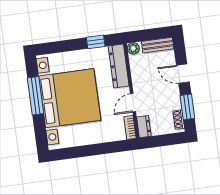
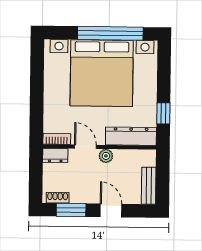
plant: (133, 48) -> (106, 156), moved
door: (183, 74) -> (111, 210), hinge flipped
window: (36, 96) -> (110, 33), width x1.46

